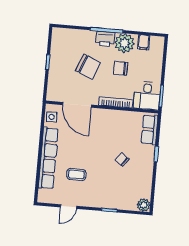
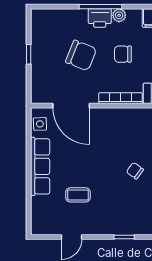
plant: (125, 43) -> (119, 15), width x0.53, depth x0.53
row of seats: (48, 158) -> (40, 166), width x0.73

